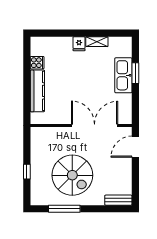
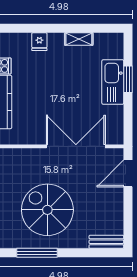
fridge: (79, 44) -> (39, 42), moved
spiral stairs: (72, 175) -> (47, 210), turned 180

